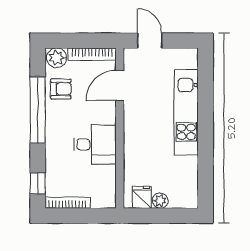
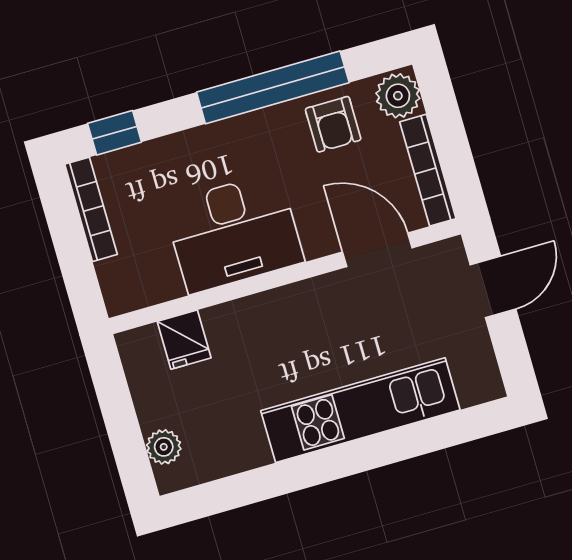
desk: (95, 145) -> (234, 233), width x1.37
fridge: (142, 197) -> (184, 340), moved, turned 90
plant: (160, 201) -> (164, 447), moved

